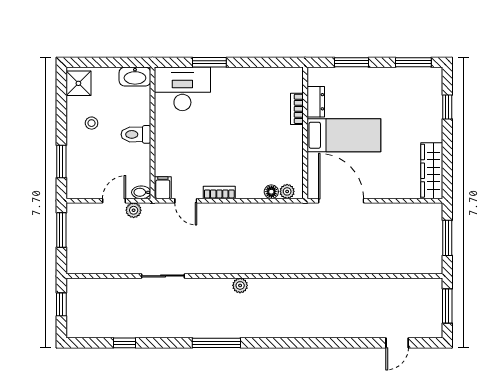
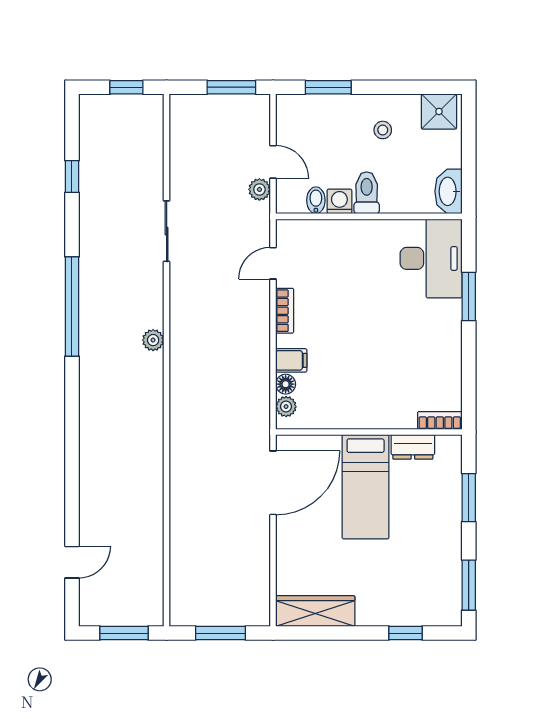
bookcase: (297, 109) -> (440, 420), moved
washing machine: (142, 154) -> (339, 201), added
filing cabinet: (163, 188) -> (291, 360), moved
bidet: (141, 192) -> (316, 200), moved
window: (216, 343) -> (72, 307), width x1.46
door: (397, 343) -> (72, 562), swing flipped

